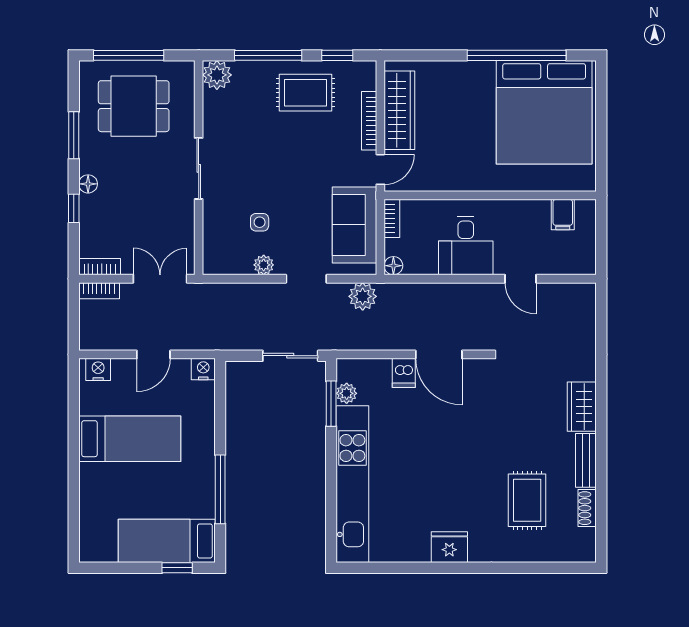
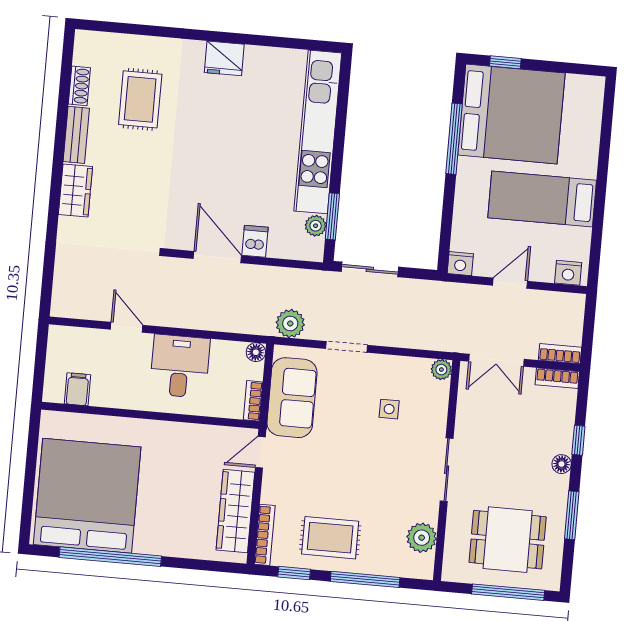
plant: (217, 75) -> (422, 538), moved
bookcase: (369, 121) -> (265, 535), moved
plant: (264, 265) -> (441, 370), moved
bed: (167, 541) -> (511, 114), width x2.04

